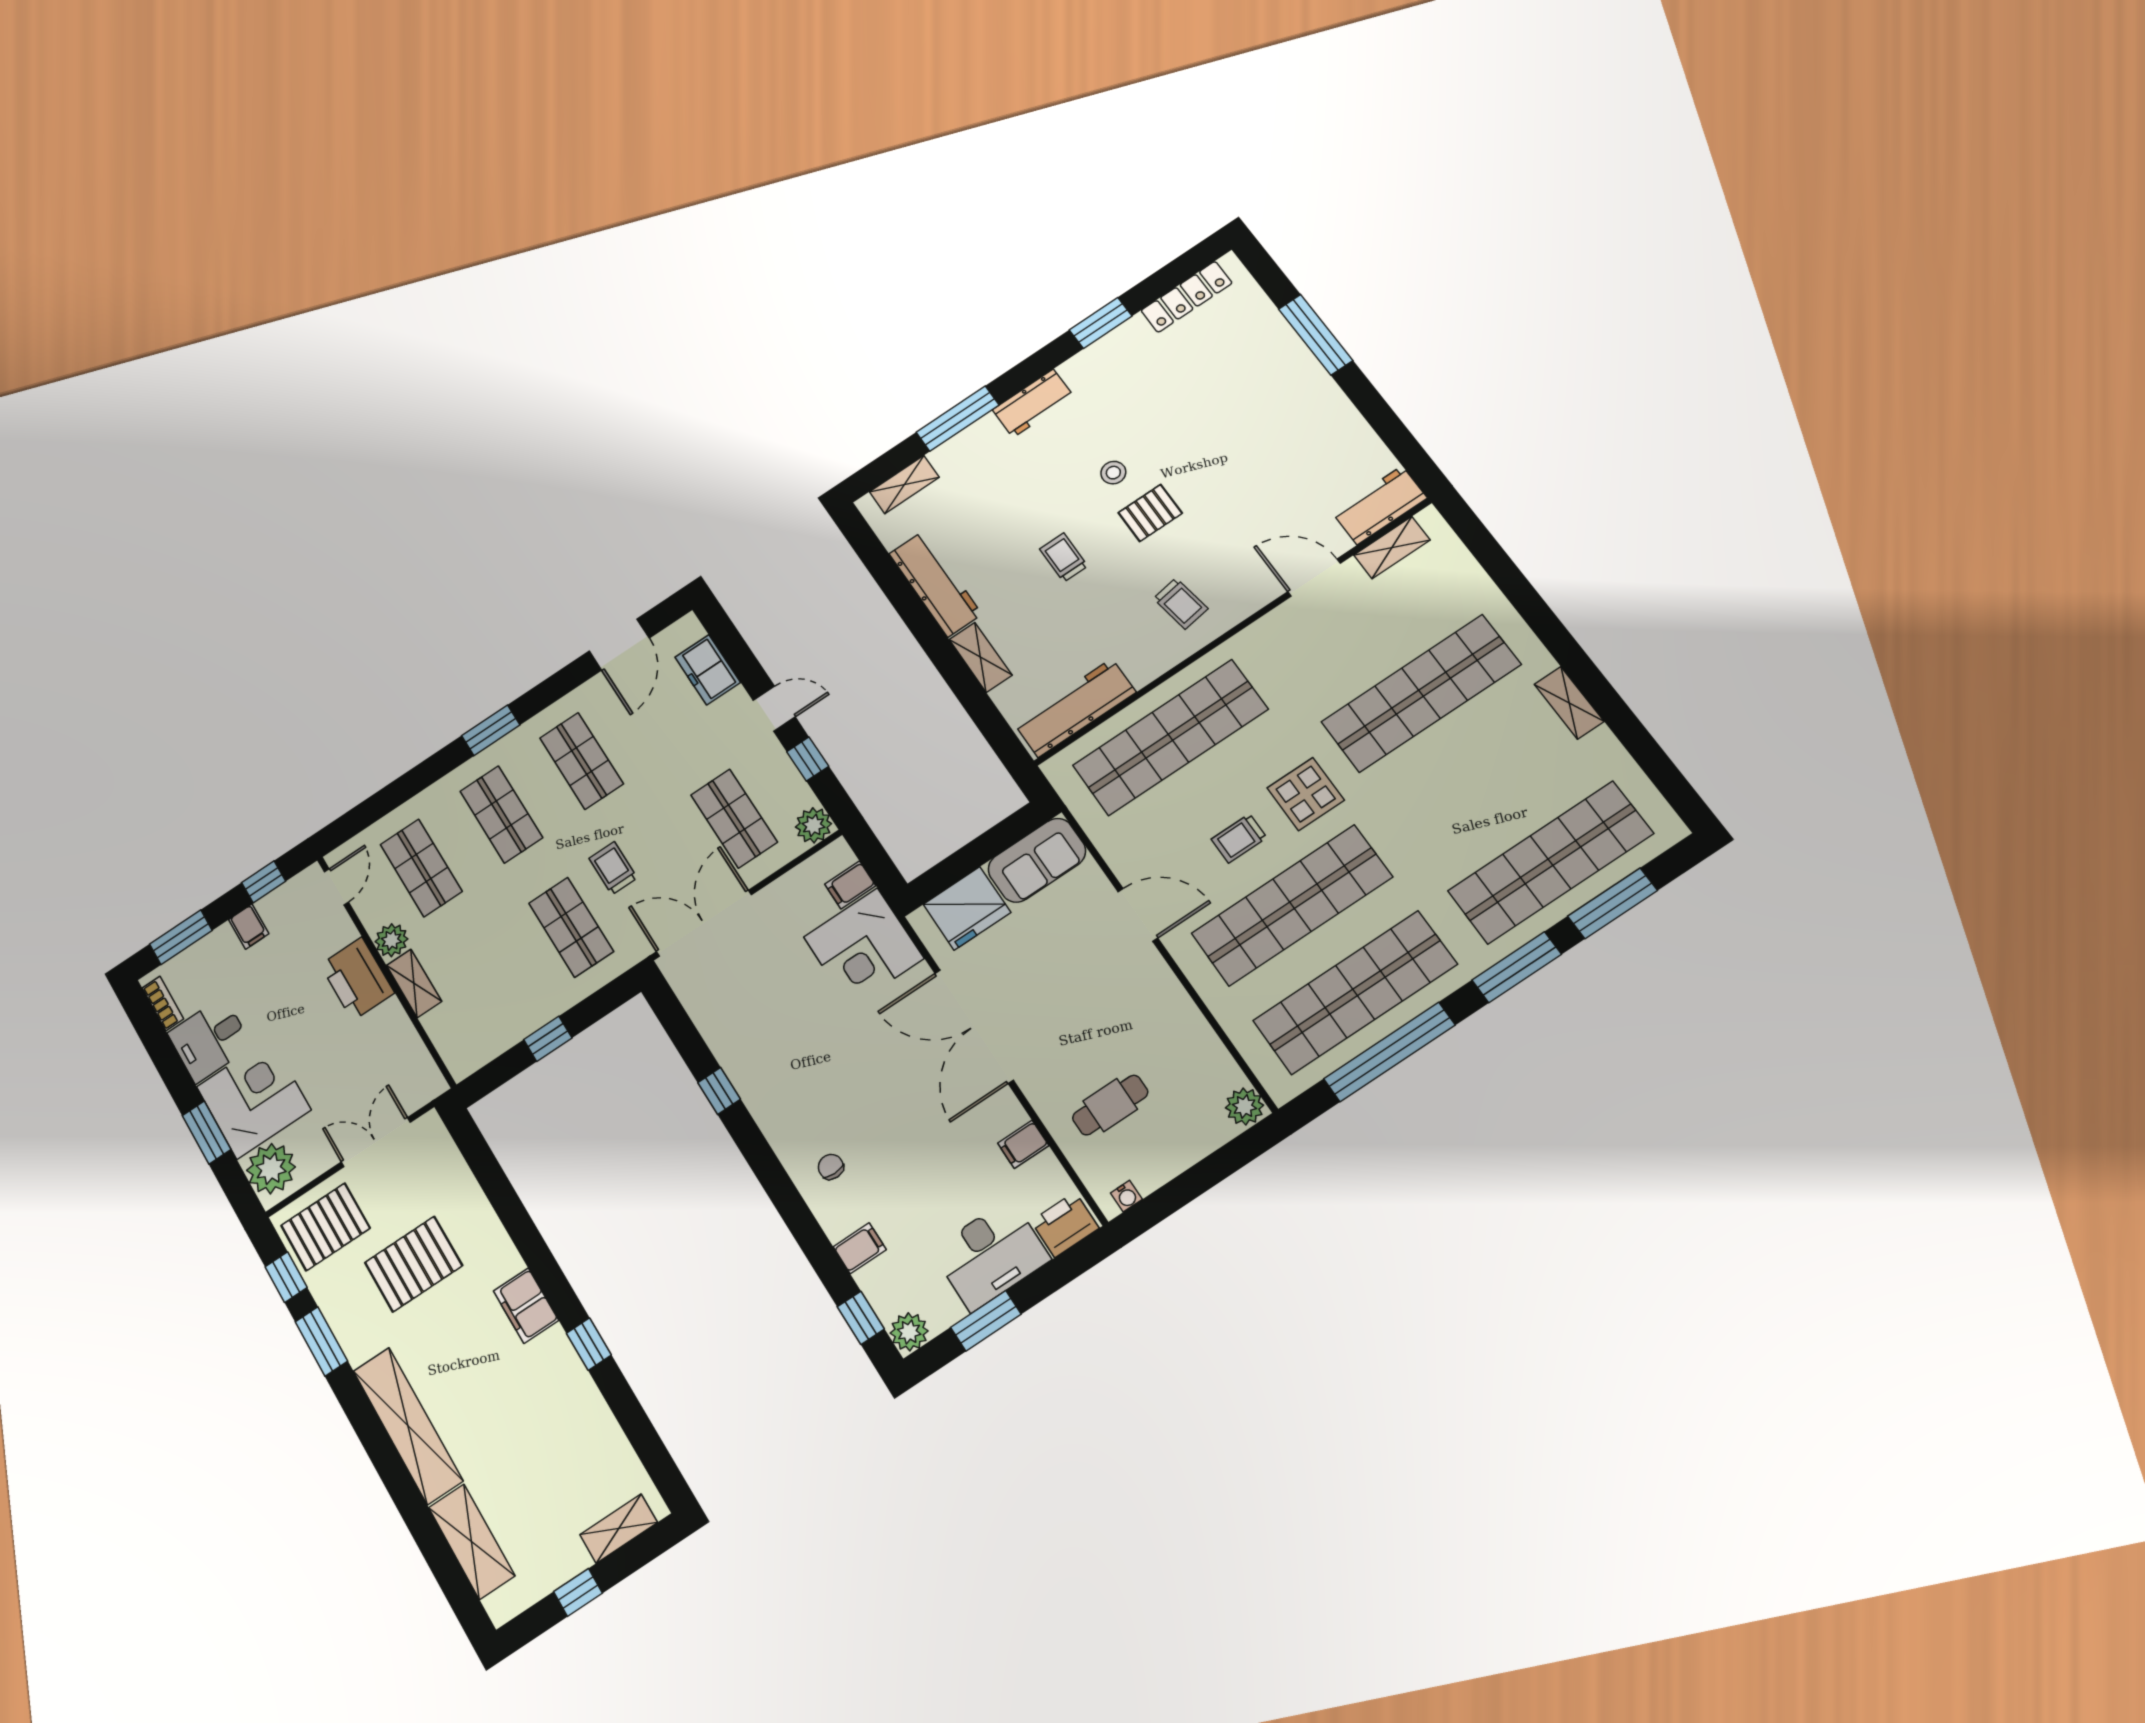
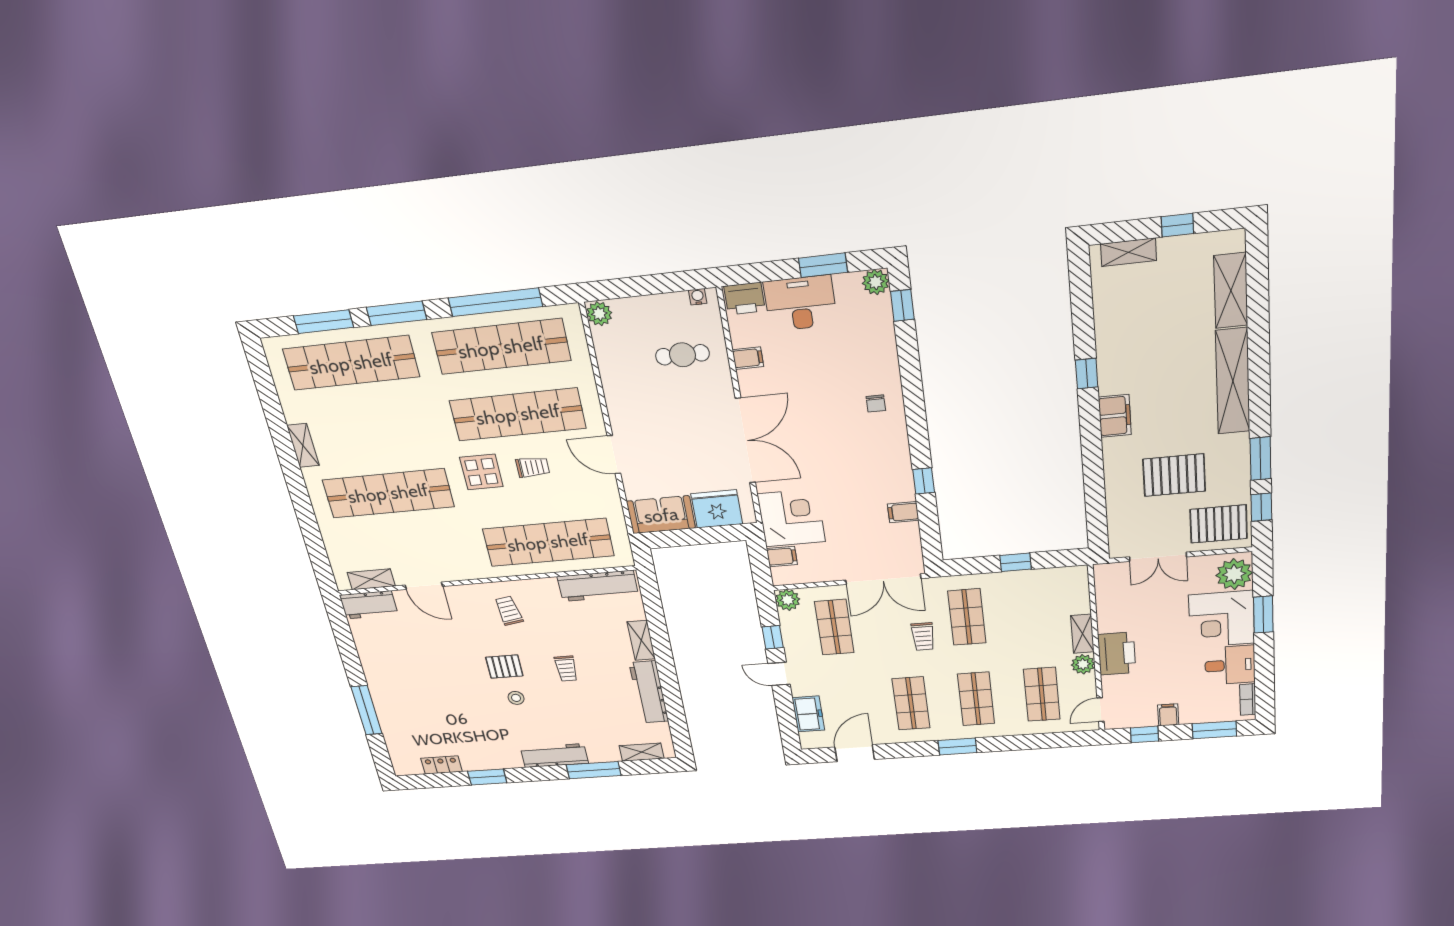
locker: (1187, 297) -> (442, 765), width x0.66
workbench: (1033, 403) -> (554, 756), width x1.38
filing cabinet: (860, 1248) -> (903, 512), moved

